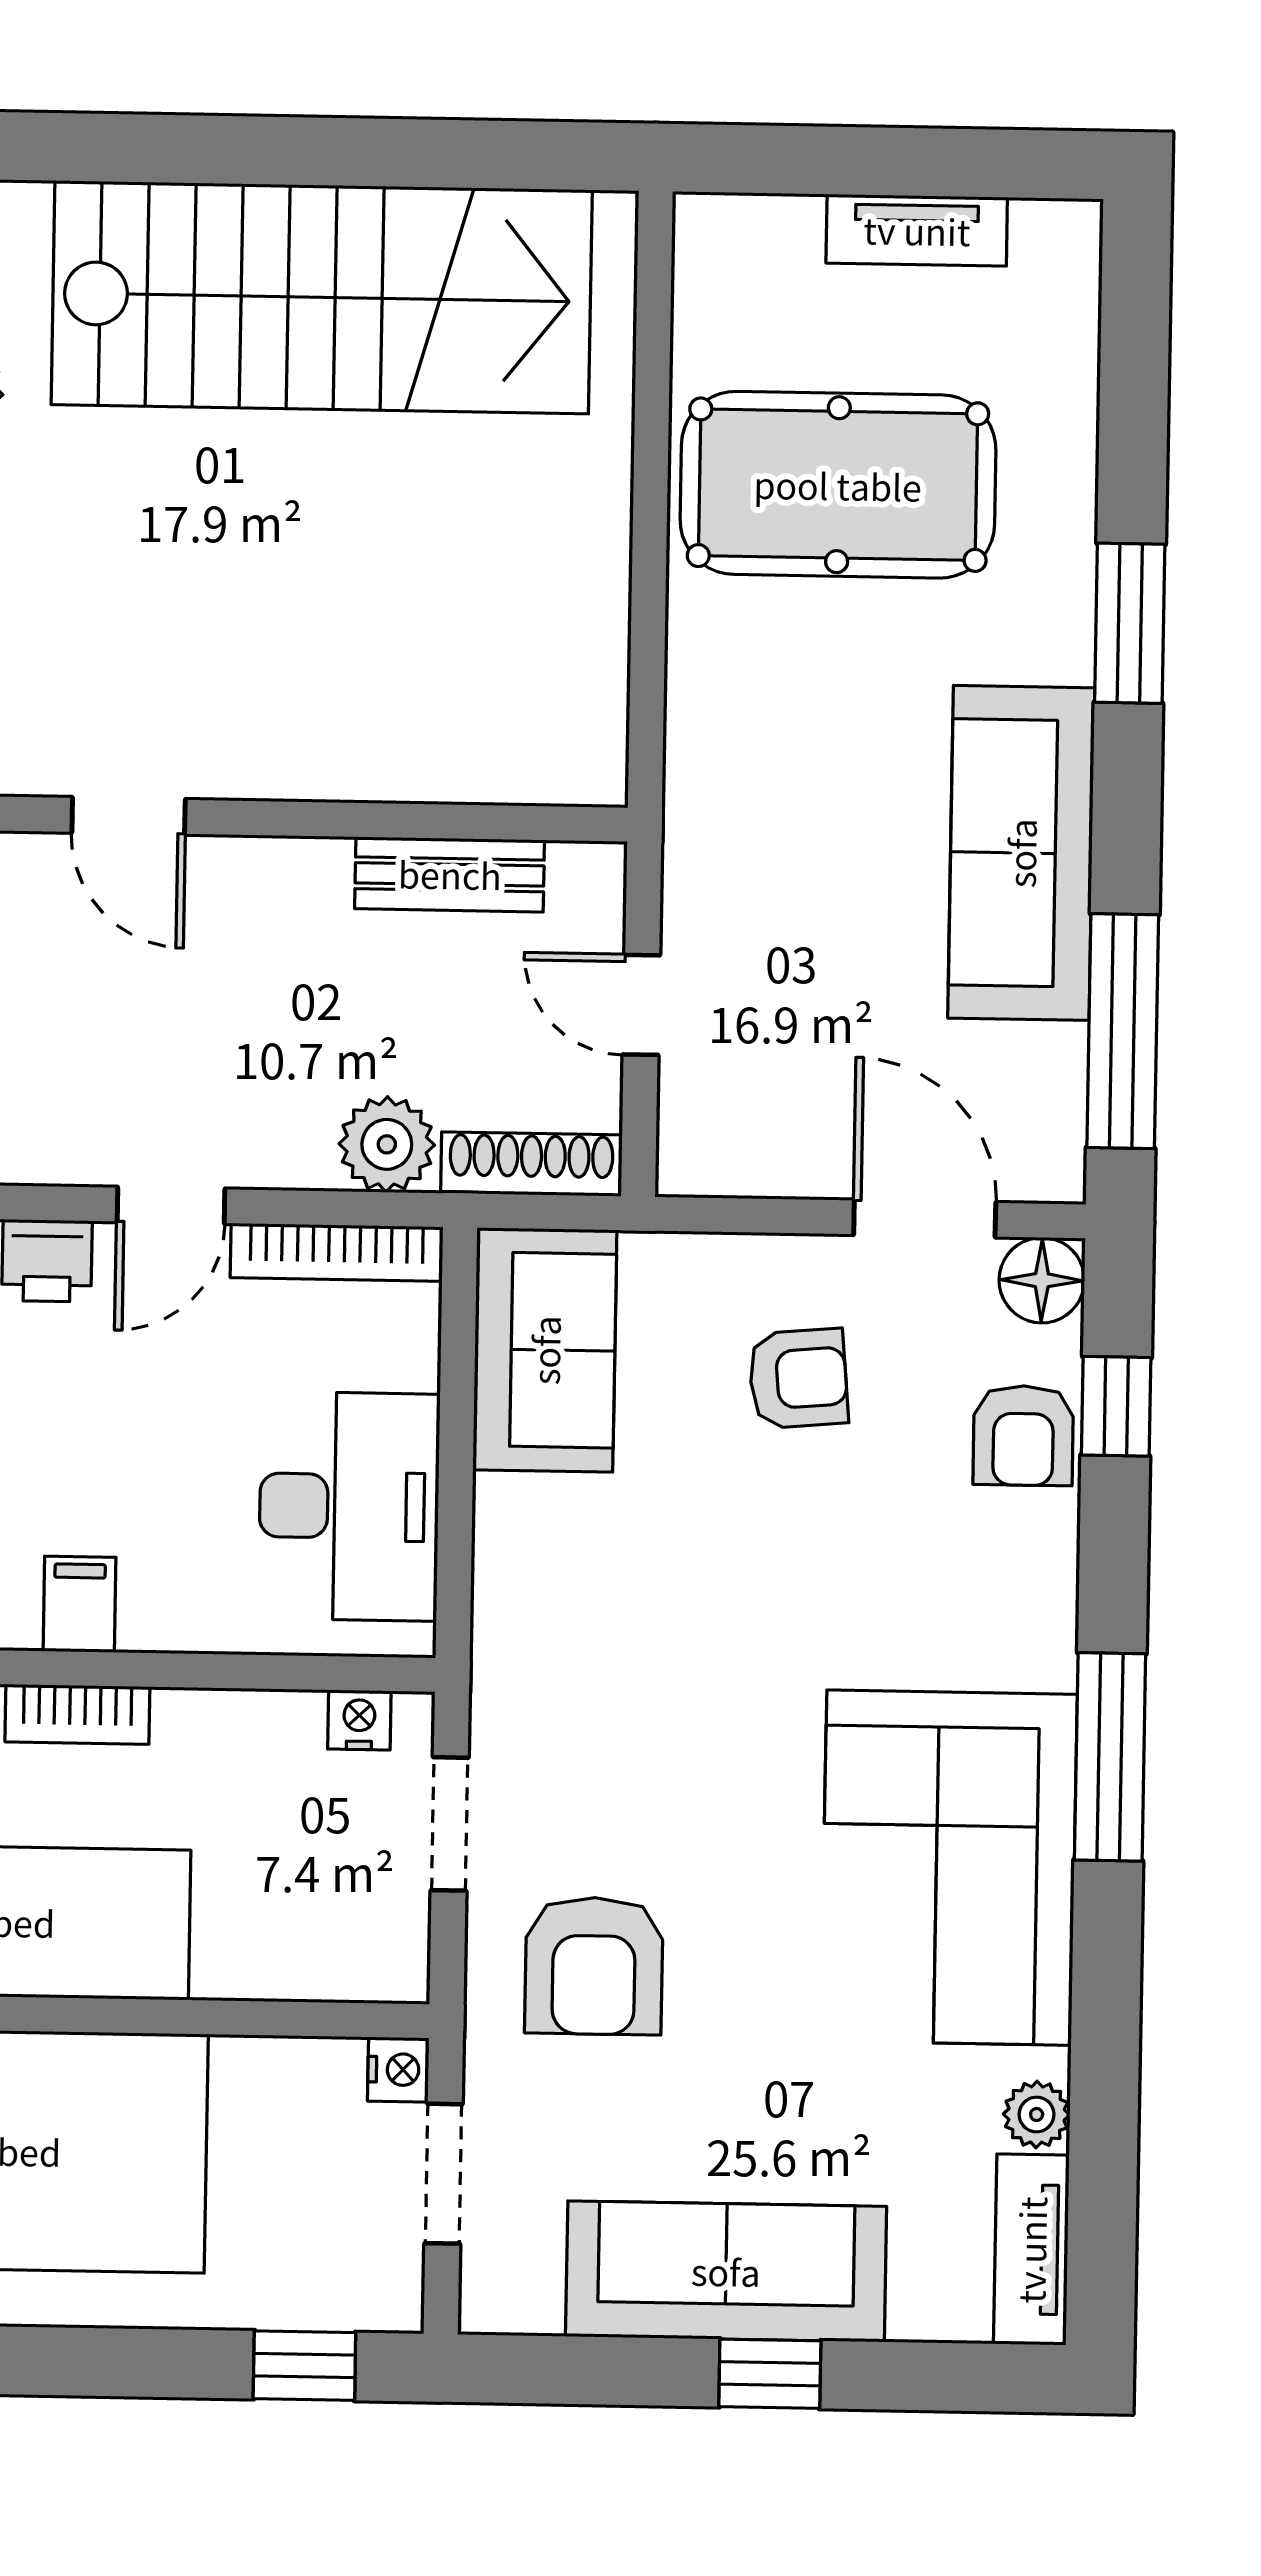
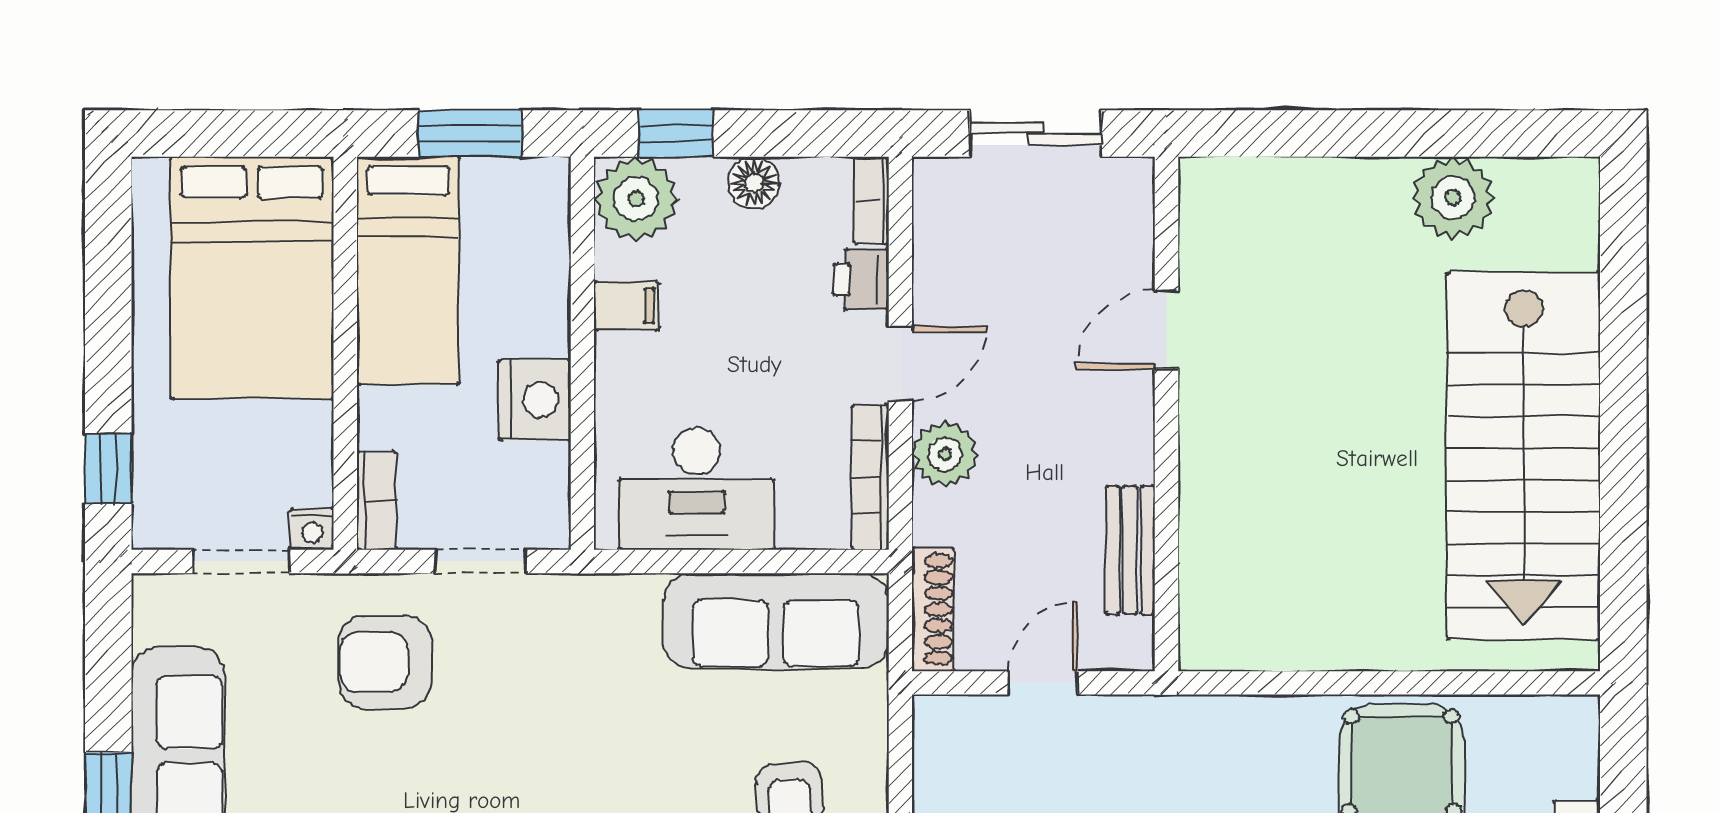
plant: (387, 1144) -> (945, 454), moved
door: (171, 1205) -> (900, 363), swing flipped
sofa: (545, 1350) -> (776, 621), width x1.36
bookcase: (77, 1714) -> (377, 501), moved, turned 180
nightstand: (359, 1720) -> (535, 400), moved, width x1.89, depth x1.79

